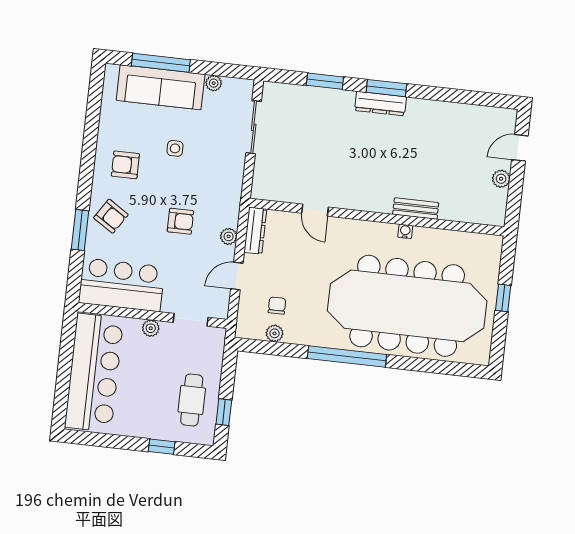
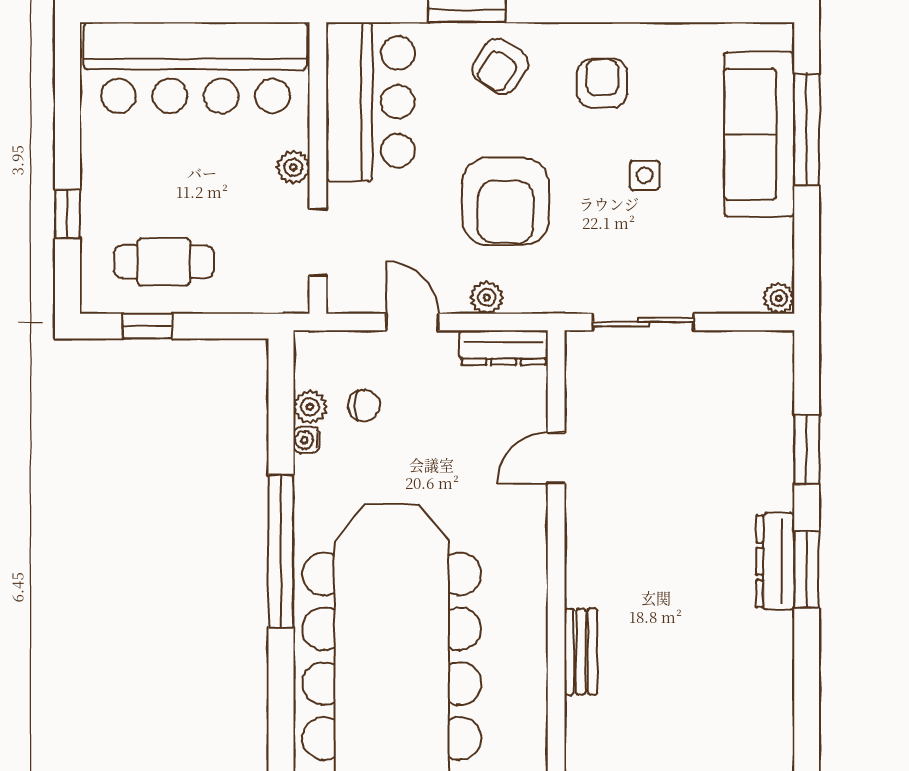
plant: (214, 83) -> (779, 298), moved
sliding door: (254, 127) -> (643, 322), moved
armchair: (180, 221) -> (506, 201), width x1.88, depth x1.88
water cooler: (405, 231) -> (306, 440), moved, turned 180

